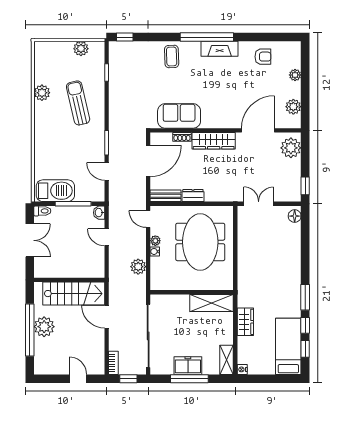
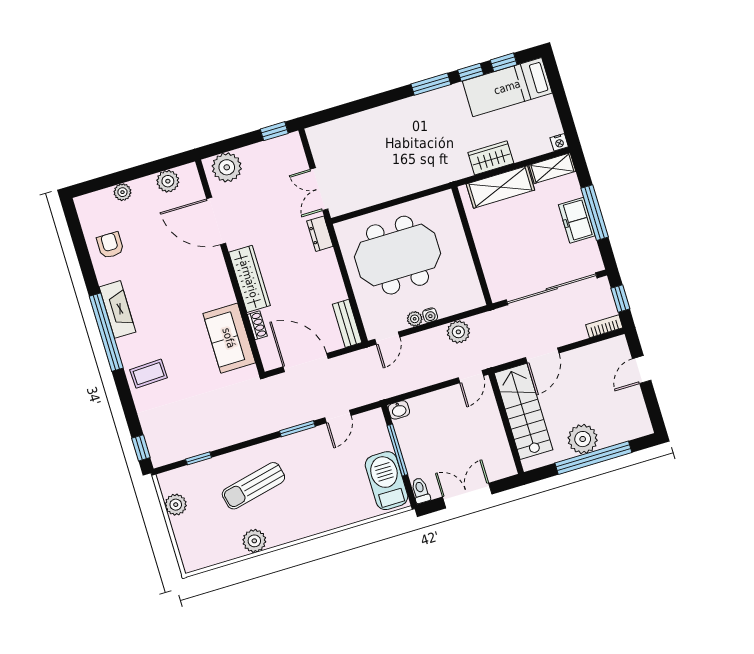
dresser: (193, 196) -> (320, 234), moved
floor lamp: (295, 216) -> (321, 133), removed
door: (107, 237) -> (471, 377), moved
shelving: (211, 303) -> (500, 187), moved, turned 90

